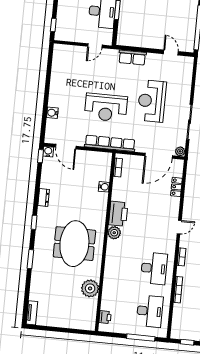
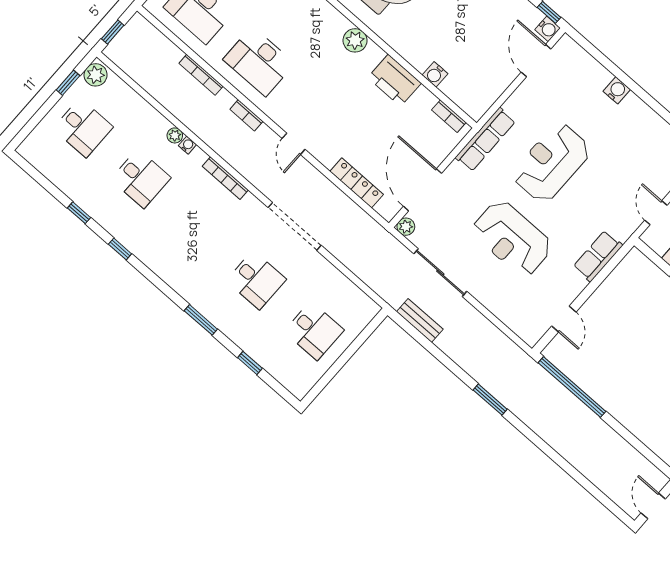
door: (171, 53) -> (564, 319), hinge flipped
reception desk: (152, 101) -> (512, 238), turned 180
water cooler: (52, 113) -> (617, 90), moved
row of seats: (110, 143) -> (485, 139), width x0.73
door: (66, 147) -> (536, 61), hinge flipped
locker: (176, 187) -> (357, 183), width x1.53
printer: (118, 214) -> (394, 80), moved

